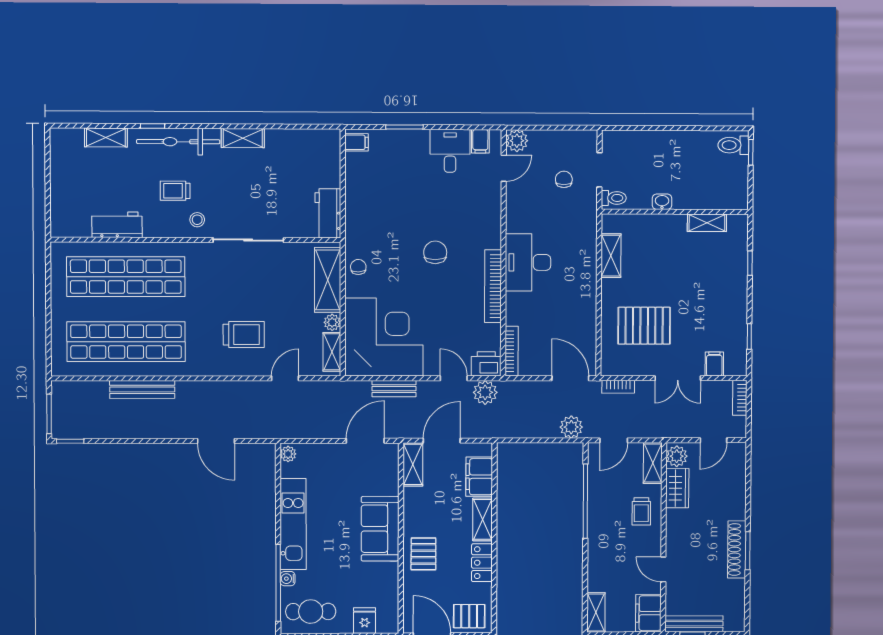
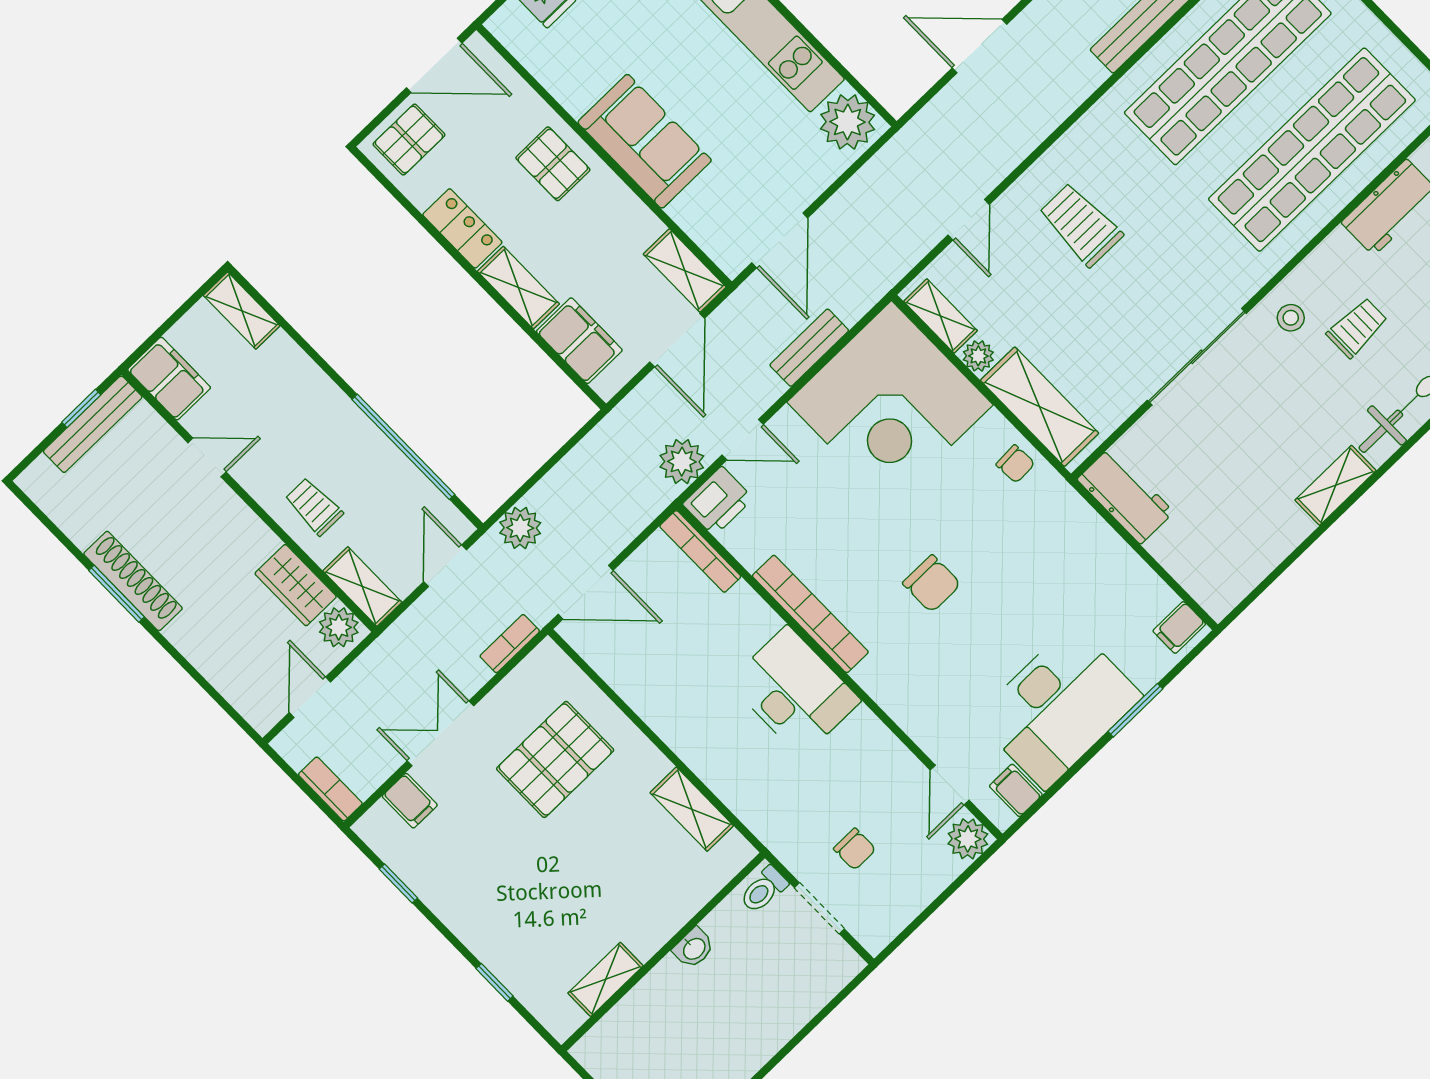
desk: (450, 151) -> (1059, 707), width x1.87, depth x1.30
trolley: (244, 335) -> (1081, 225), turned 90
plant: (288, 454) -> (848, 122), width x1.88, depth x1.88

